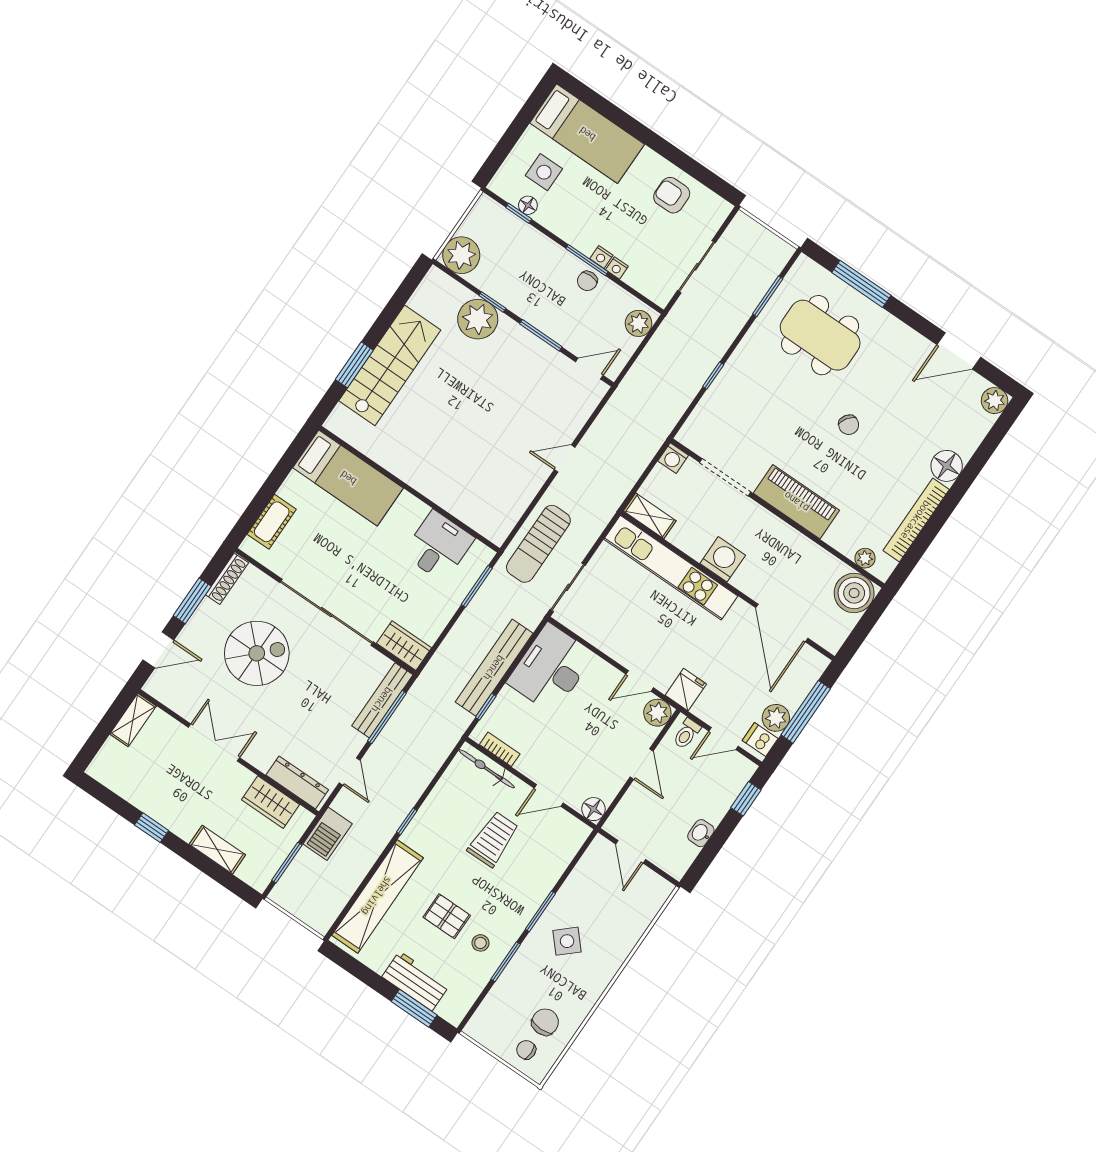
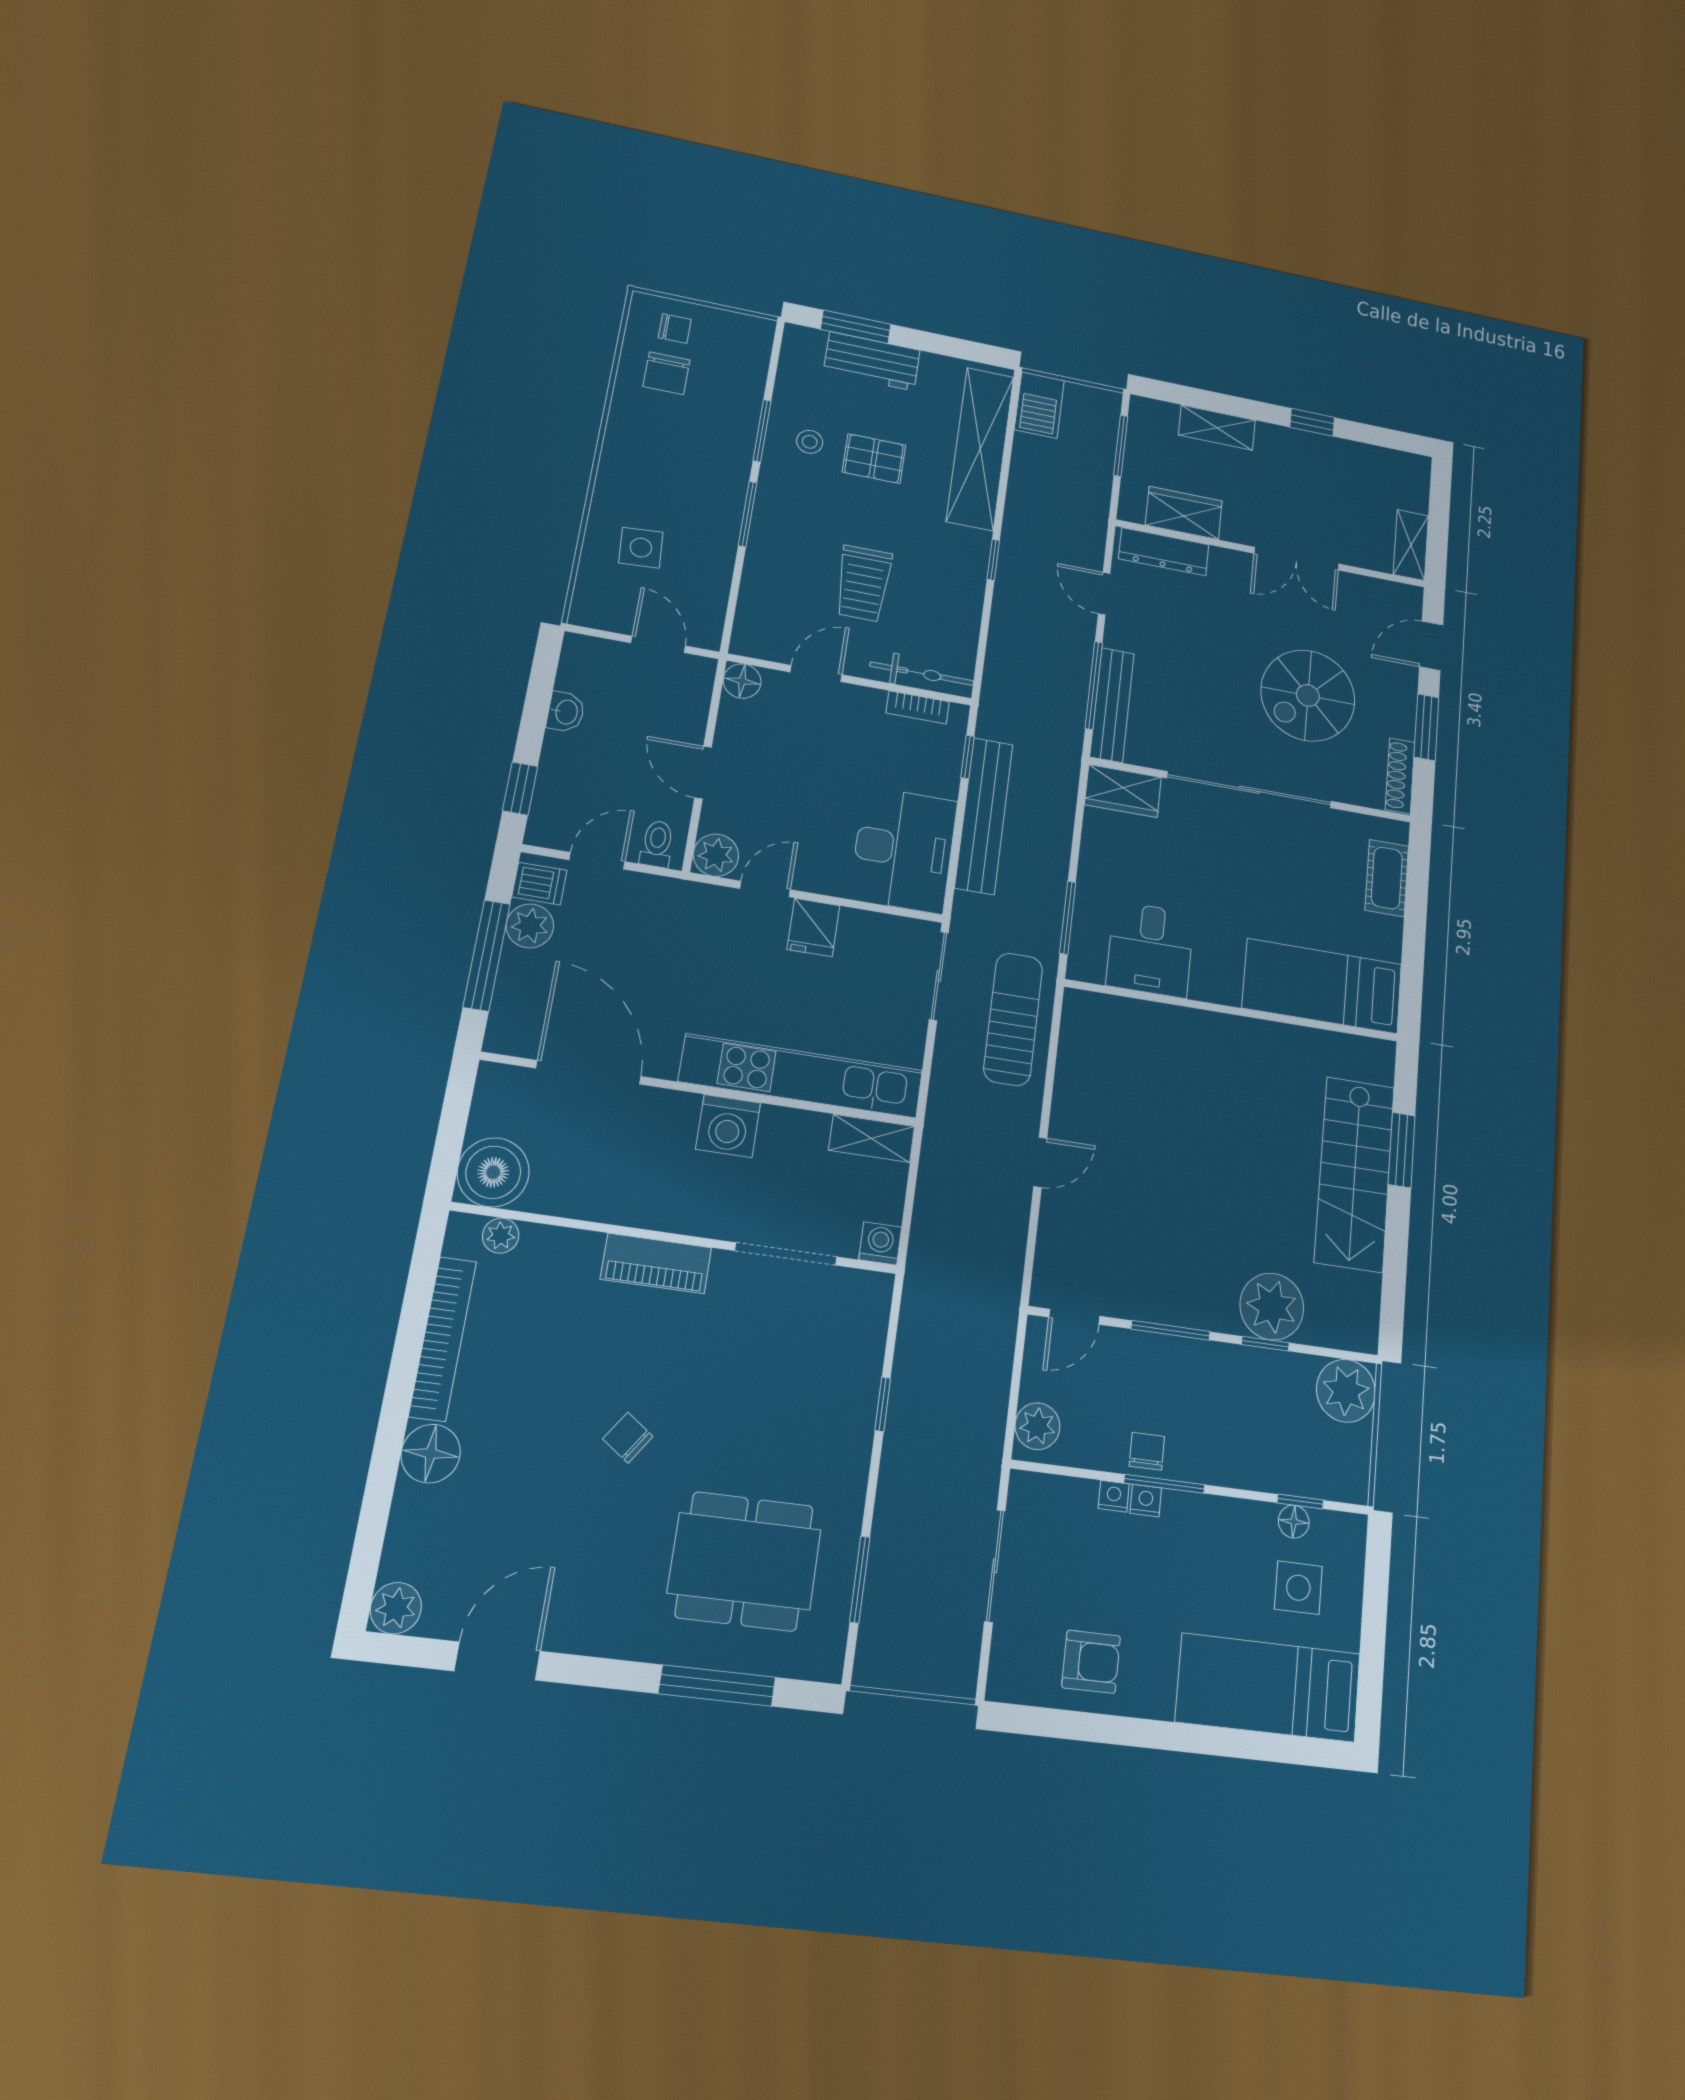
piano: (796, 502) -> (656, 1263), width x0.73, depth x0.75
fridge: (686, 690) -> (813, 927), moved
barbecue: (328, 834) -> (1039, 405), moved, turned 180
side table: (567, 941) -> (641, 548), moved, turned 38

